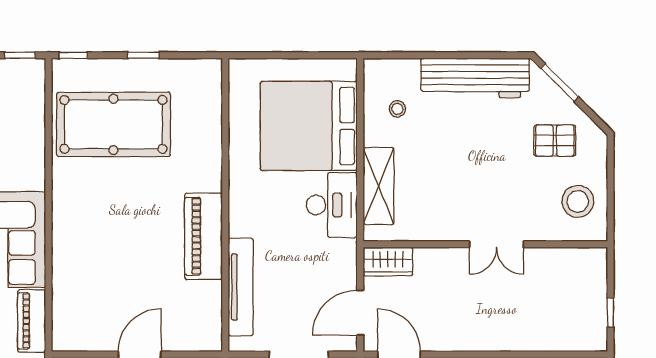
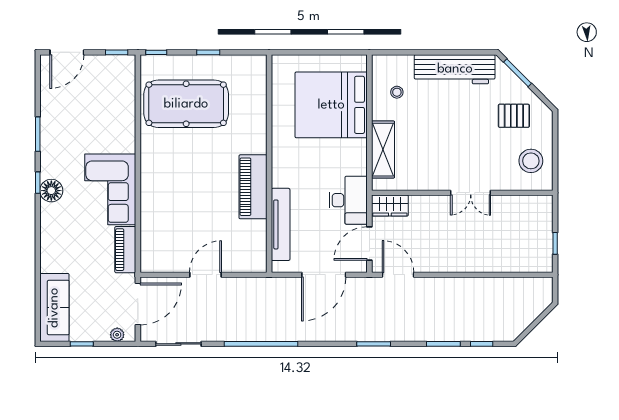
desk: (332, 205) -> (348, 200), moved

